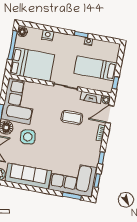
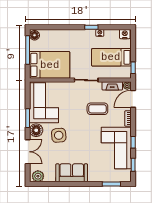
nightstand: (48, 35) -> (125, 34), moved
sofa: (28, 176) -> (72, 173), width x0.73
corner sofa: (73, 178) -> (116, 148), moved, turned -90

